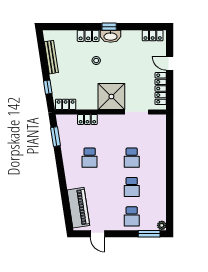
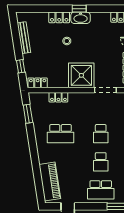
school desk: (90, 158) -> (61, 134), width x1.85
school desk: (132, 216) -> (101, 190), width x1.85

